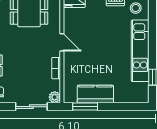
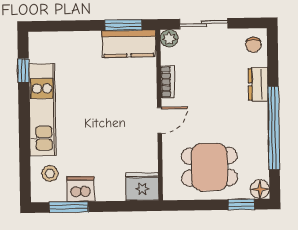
door: (62, 42) -> (160, 120), swing flipped
kitchen counter: (95, 94) -> (129, 44), moved

